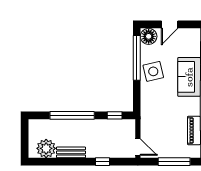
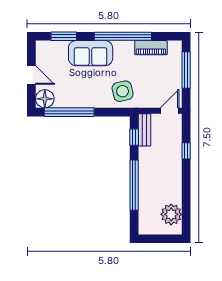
side table: (153, 71) -> (123, 91), moved
bench: (71, 152) -> (144, 130), moved

